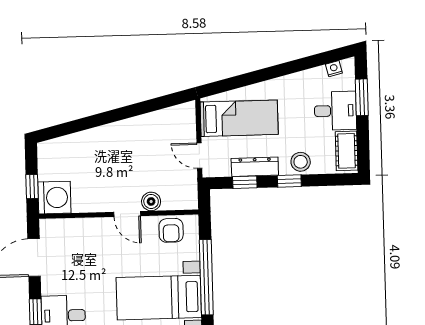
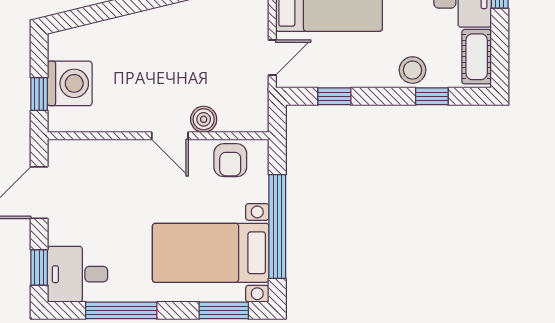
door: (199, 156) -> (272, 57), swing flipped
dresser: (255, 167) -> (349, 75), removed
window: (289, 181) -> (432, 96), moved
washing machine: (54, 198) -> (70, 83), moved

